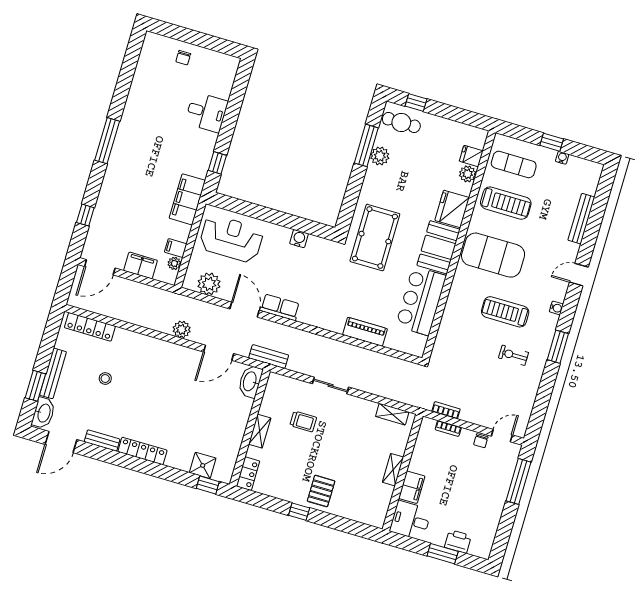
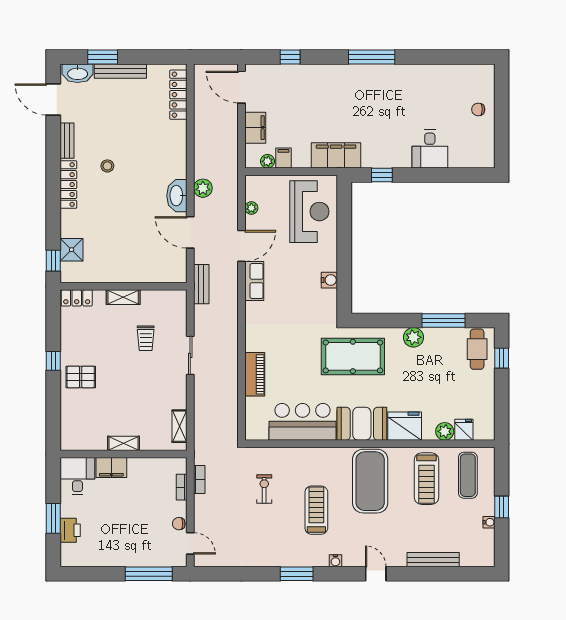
plant: (380, 156) -> (413, 337), moved
plant: (209, 284) -> (251, 208), width x0.53, depth x0.53
exercise bike: (513, 355) -> (264, 489), moved
stool: (105, 378) -> (107, 166), moved
washbasin: (250, 381) -> (177, 196), moved, turned -90

